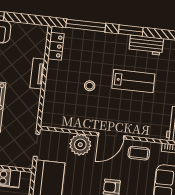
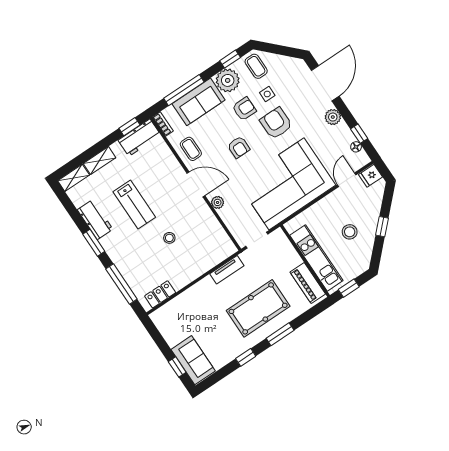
tv unit: (37, 74) -> (227, 270), moved
lab bench: (133, 81) -> (134, 205), turned 180
plant: (80, 145) -> (218, 202), width x0.53, depth x0.53

